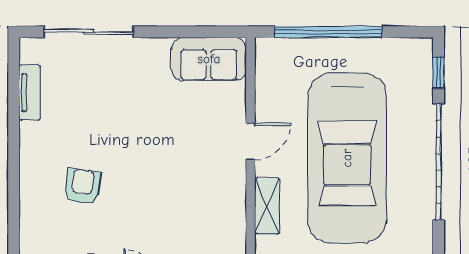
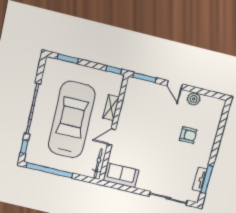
window: (328, 32) -> (49, 170), moved
bicycle: (266, 74) -> (98, 164), added
window: (14, 96) -> (207, 179), added
armchair: (82, 186) -> (188, 135), turned -98

